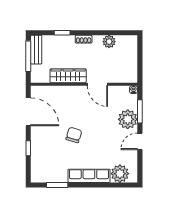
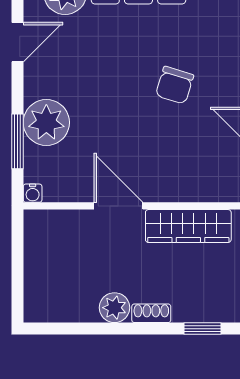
plant: (109, 42) -> (114, 308), moved
door: (140, 141) -> (17, 42), moved

